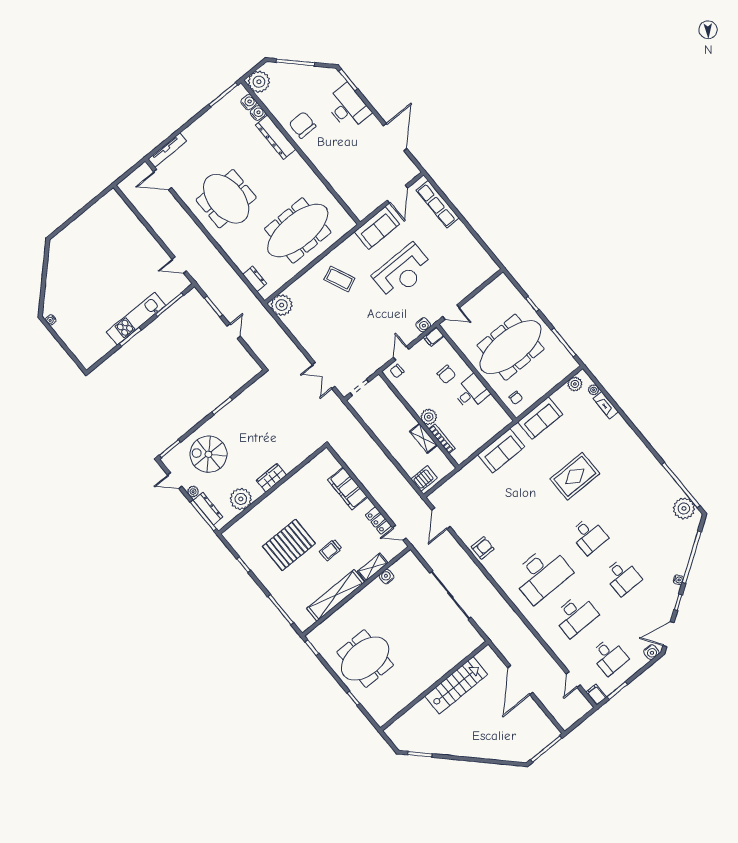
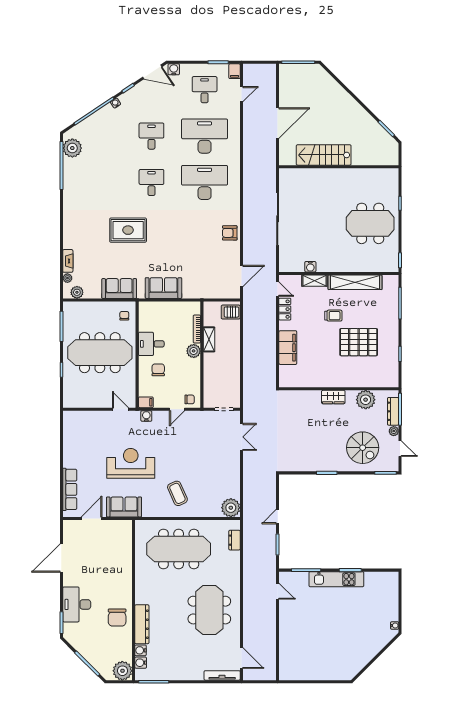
desk: (575, 615) -> (205, 136), width x1.36, depth x1.30

